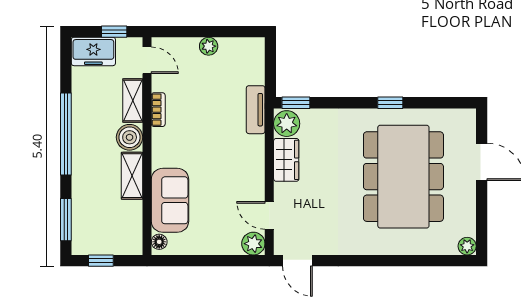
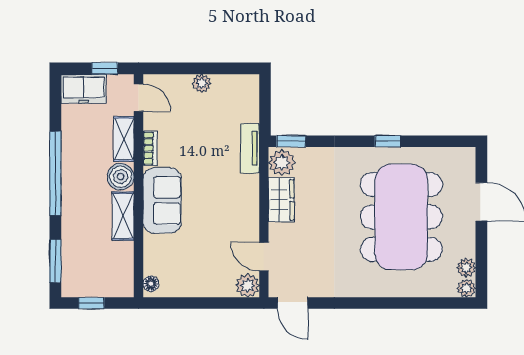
sofa: (170, 200) -> (162, 200), moved
plant: (467, 226) -> (466, 268), added

